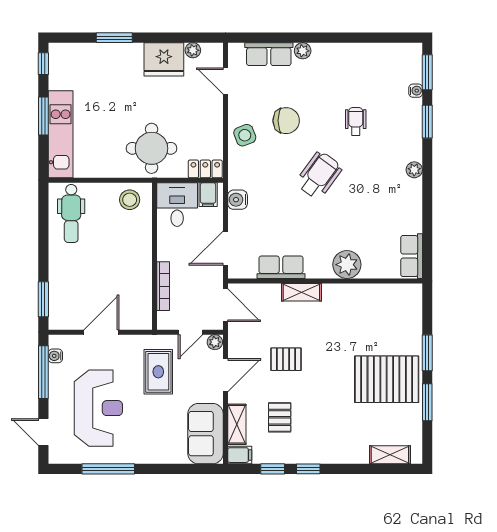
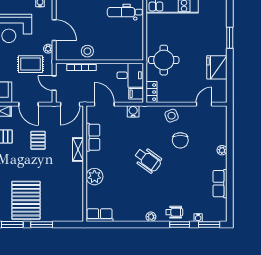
plant: (193, 50) -> (222, 85), removed
row of seats: (269, 54) -> (220, 184), moved
wheelchair: (356, 121) -> (174, 212), moved
stool: (130, 200) -> (87, 51), moved
plant: (215, 342) -> (48, 49), moved

